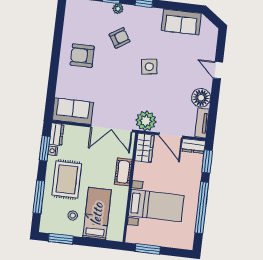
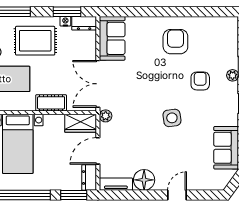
armchair: (120, 38) -> (200, 81), turned -148
plant: (146, 121) -> (106, 116), width x0.53, depth x0.53

